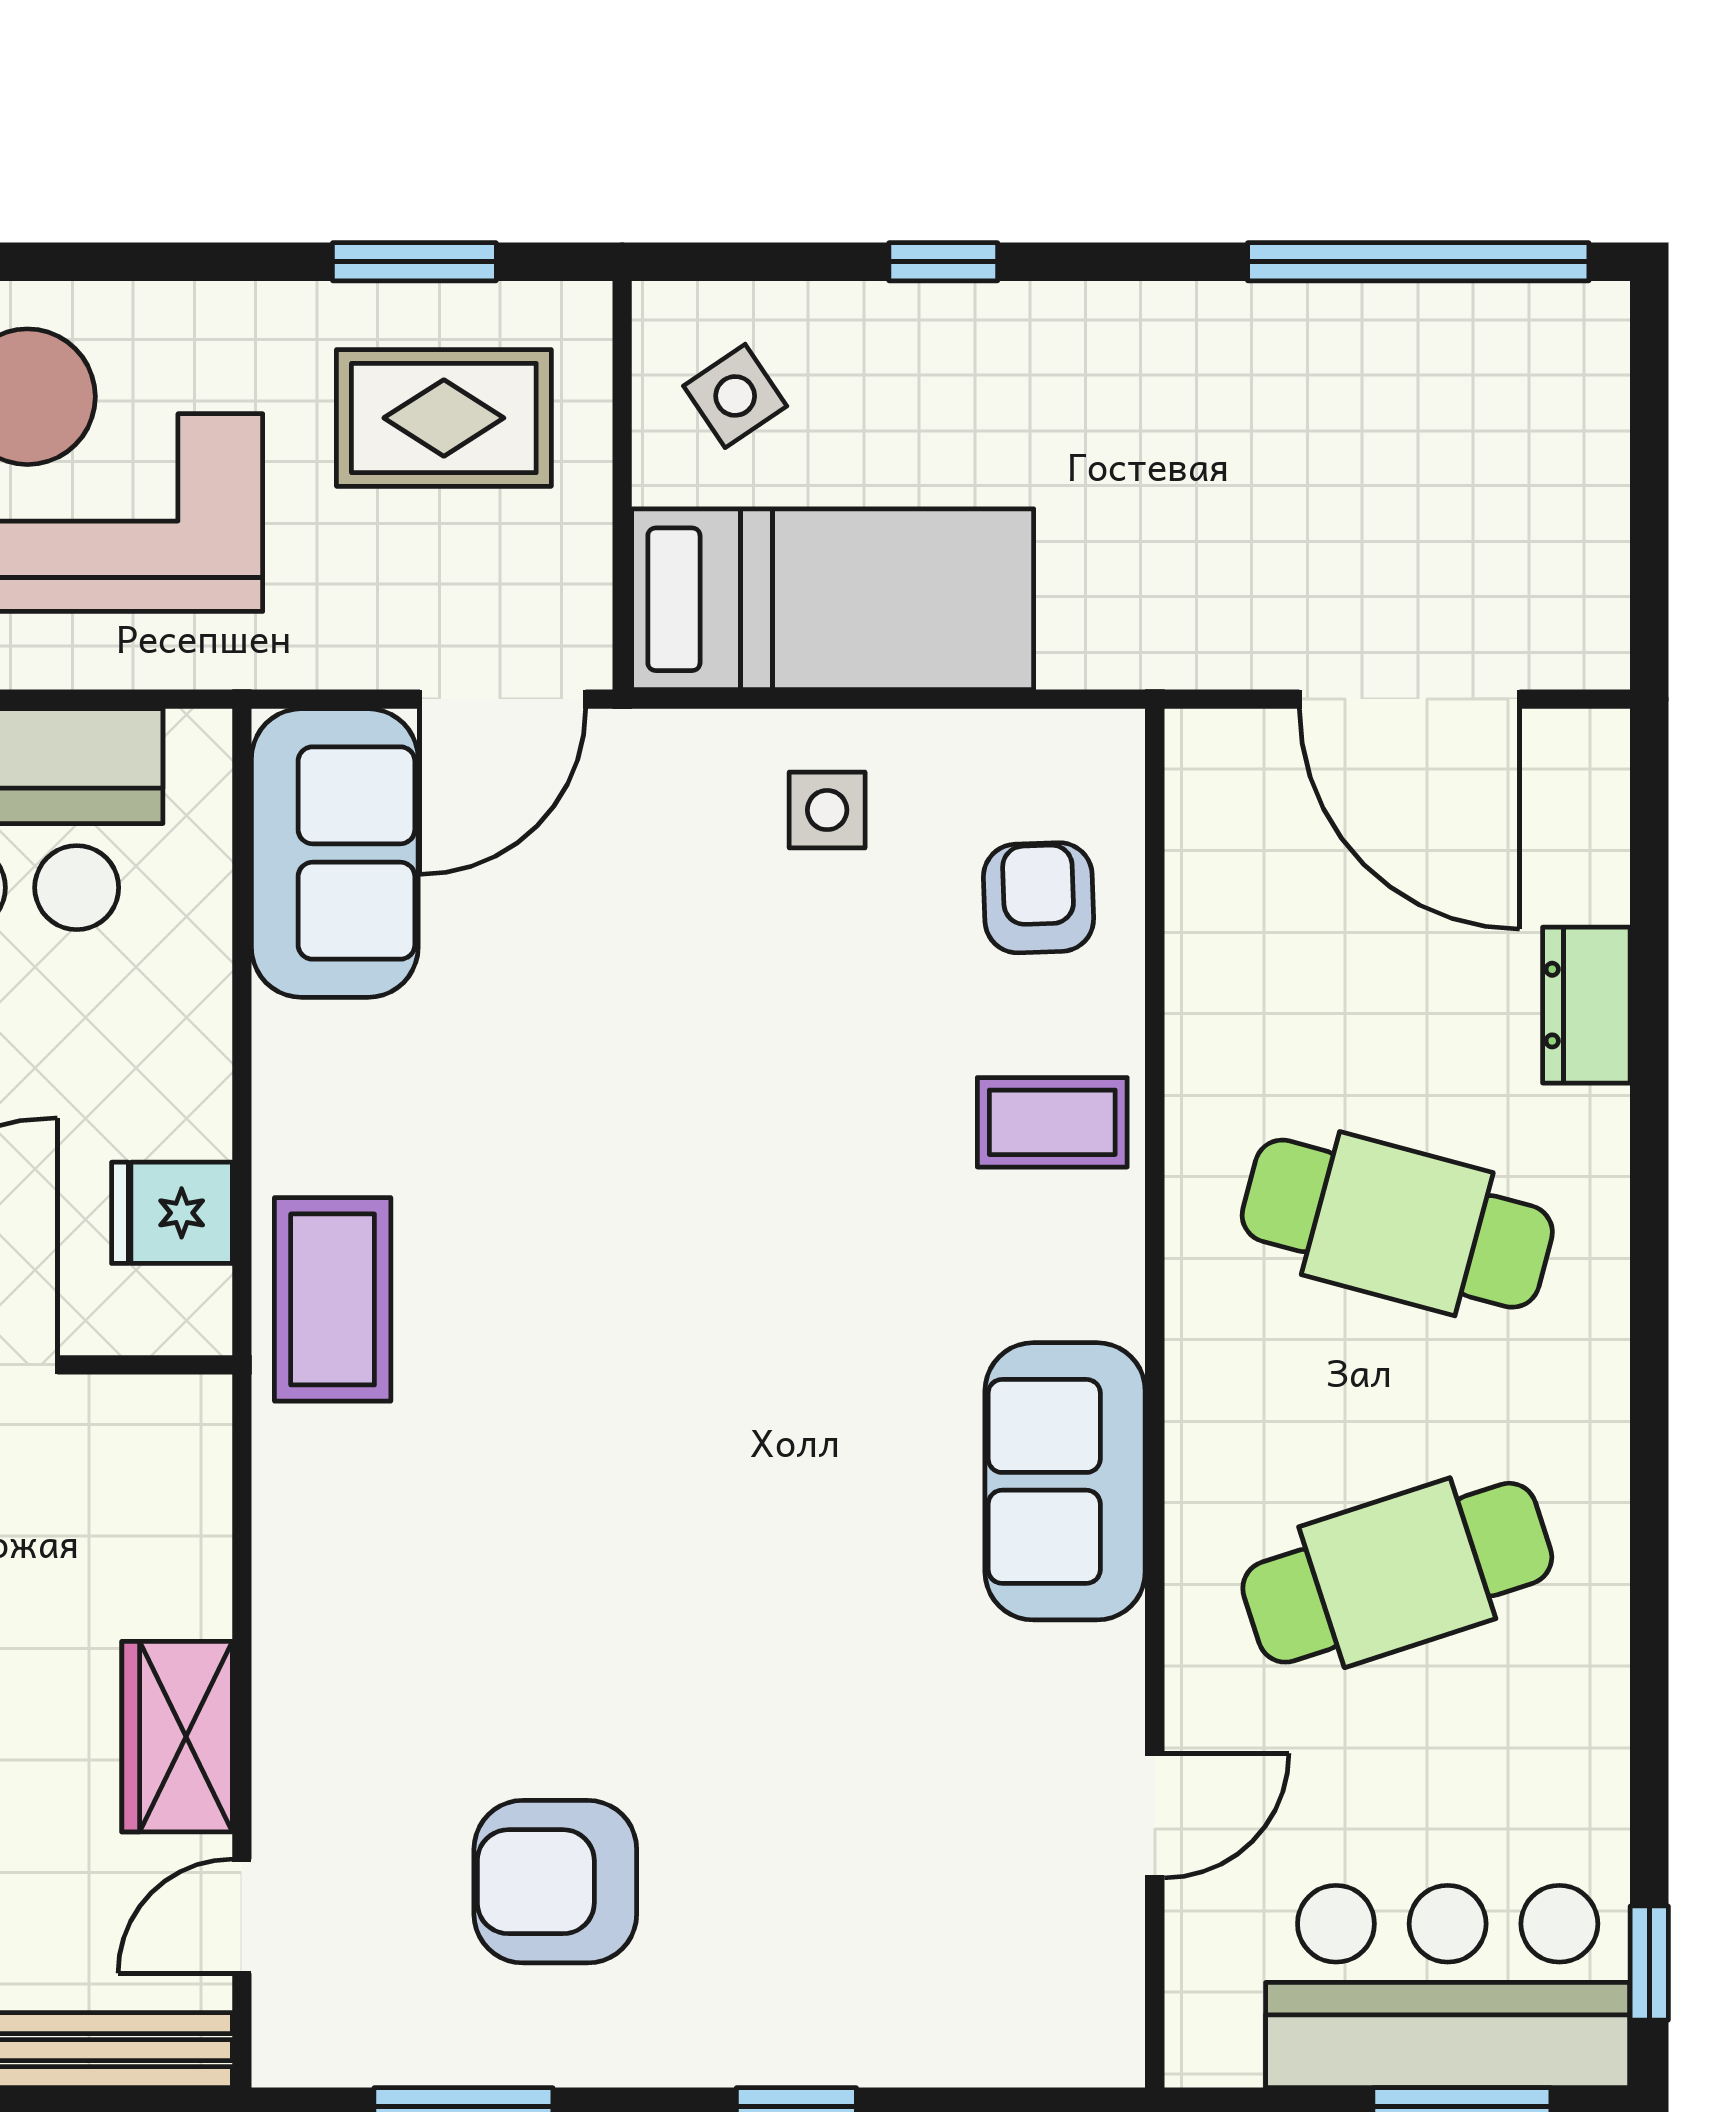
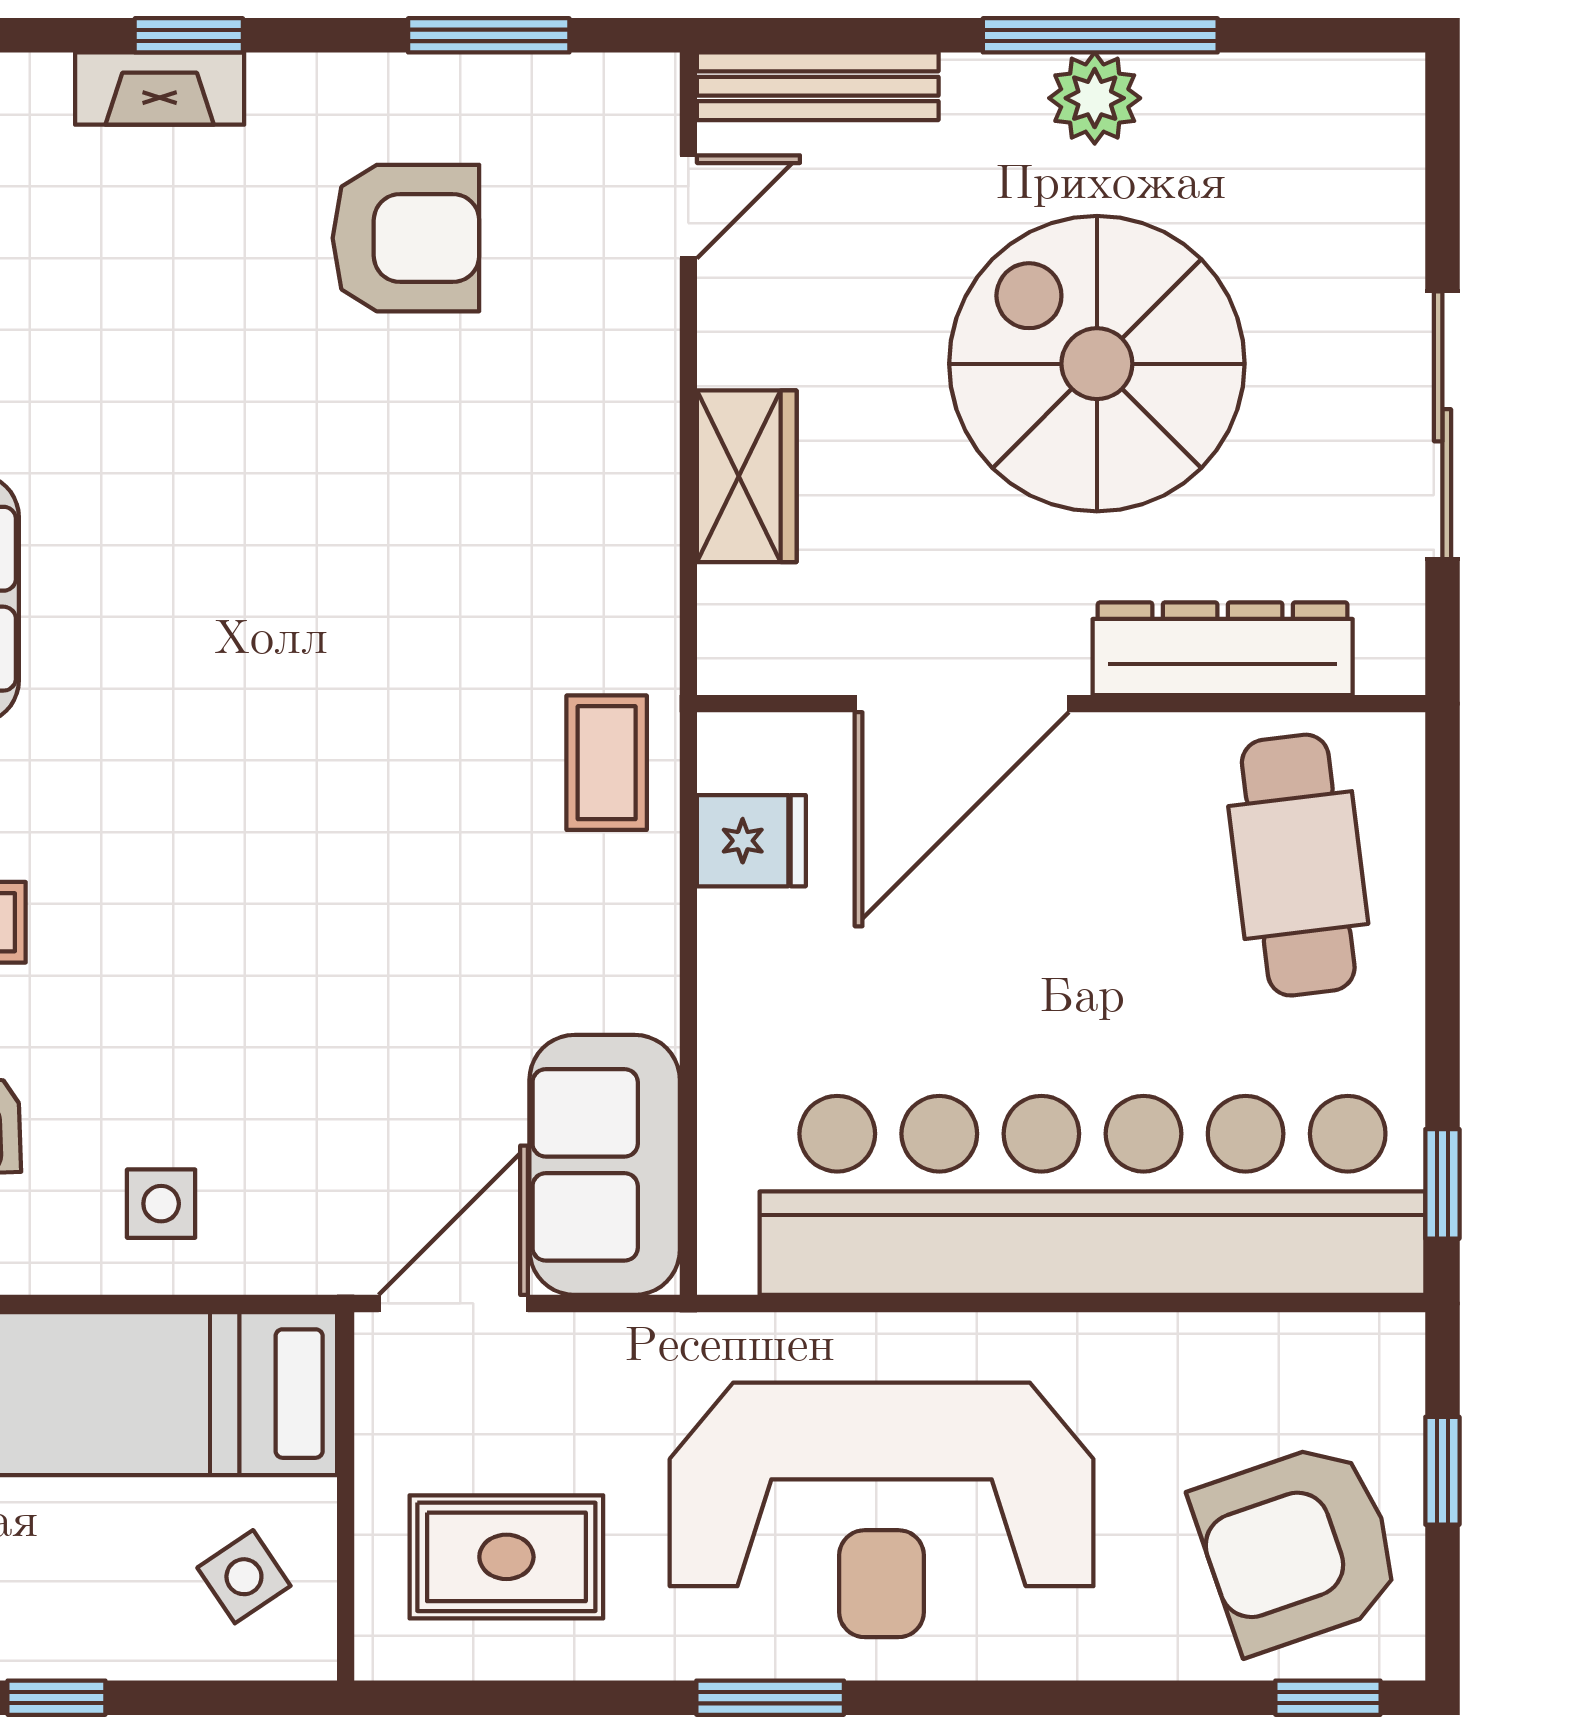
window: (414, 262) -> (770, 1698), moved
coffee table: (333, 1299) -> (607, 763), width x0.73, depth x0.77
wardrobe: (177, 1737) -> (747, 476), moved
fireplace: (829, 2048) -> (160, 89), added

